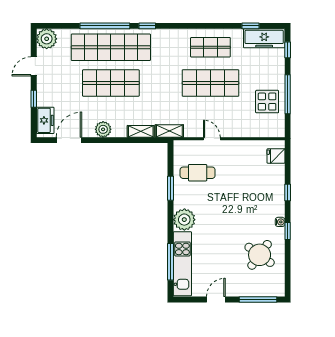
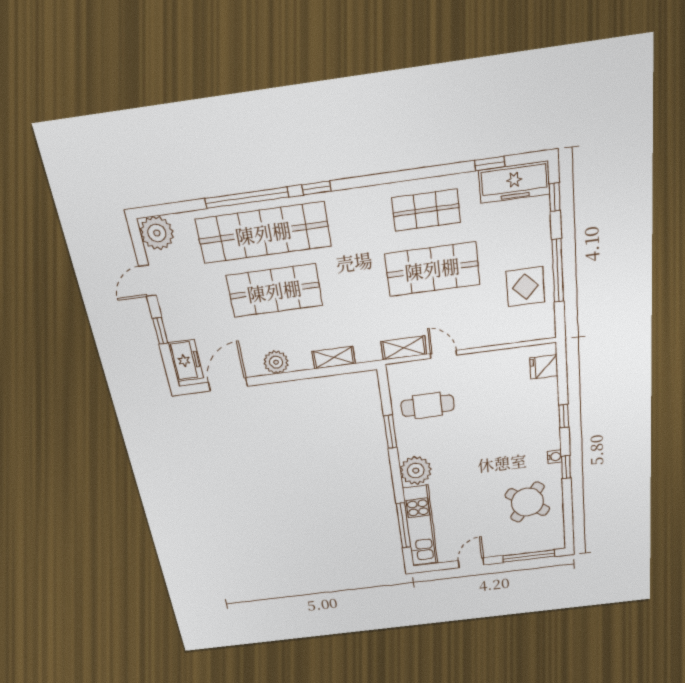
shelving: (169, 131) -> (404, 348), moved

